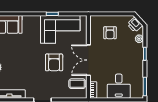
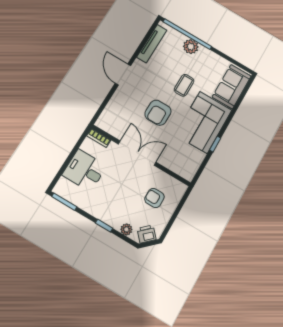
corner sofa: (60, 29) -> (204, 122), moved
armchair: (54, 62) -> (158, 113), turned -90
coffee table: (77, 84) -> (184, 85), moved

